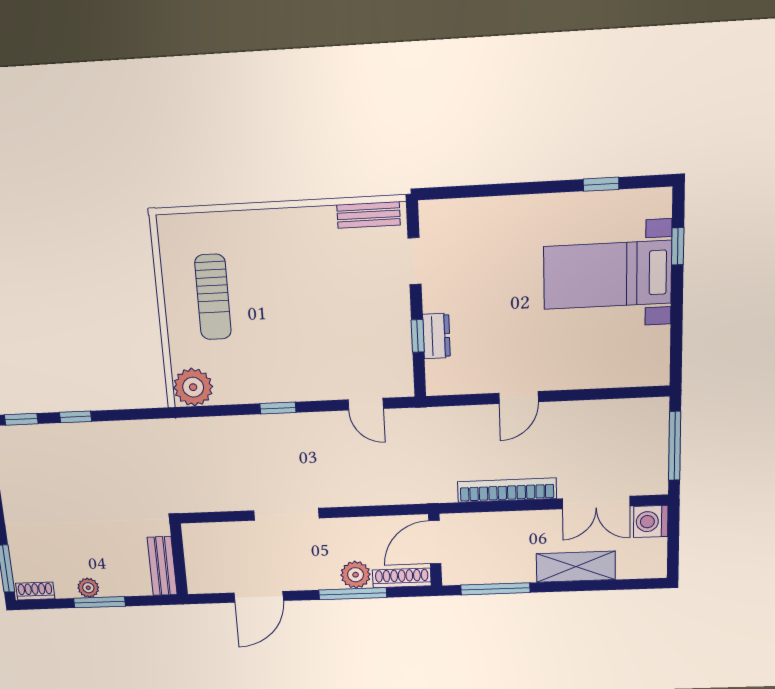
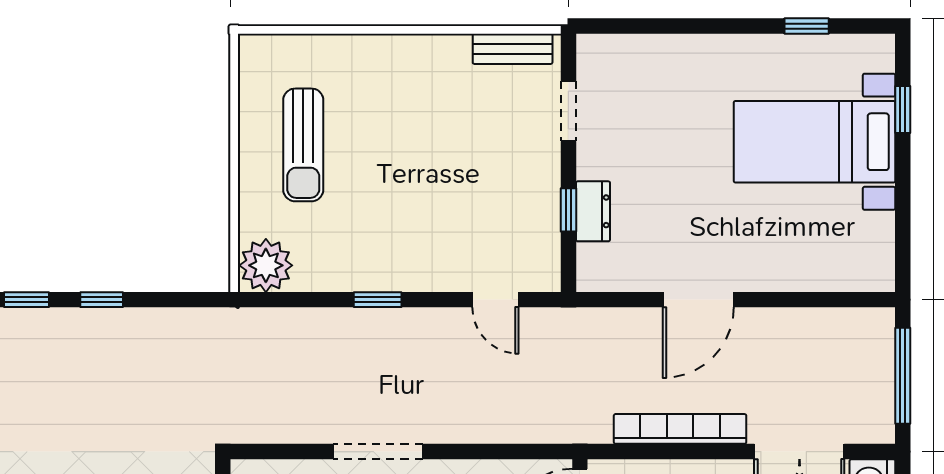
door: (519, 397) -> (698, 300), width x1.38

